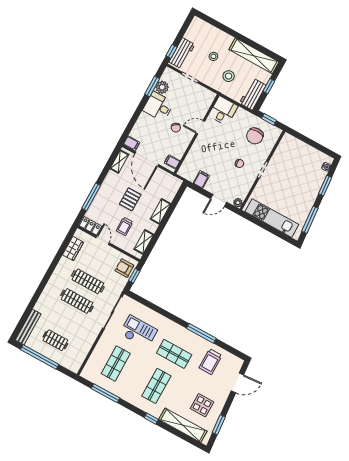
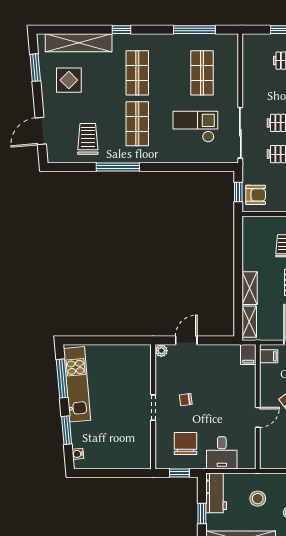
desk: (223, 111) -> (222, 453), moved
filing cabinet: (201, 179) -> (248, 355), moved
kitchen unit: (272, 218) -> (77, 384), moved, turned -95
shelving: (144, 242) -> (249, 322), moved
checkout: (139, 332) -> (195, 127), turned 180
shop shelf: (174, 354) -> (137, 124), turned 90

